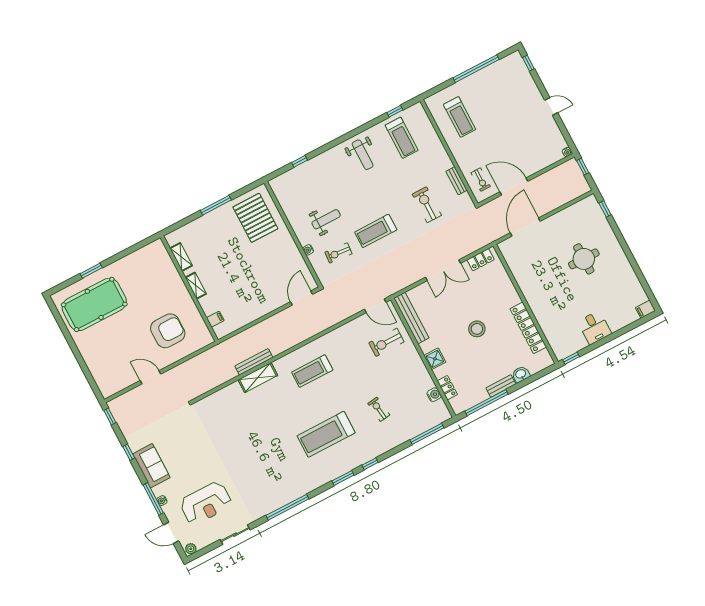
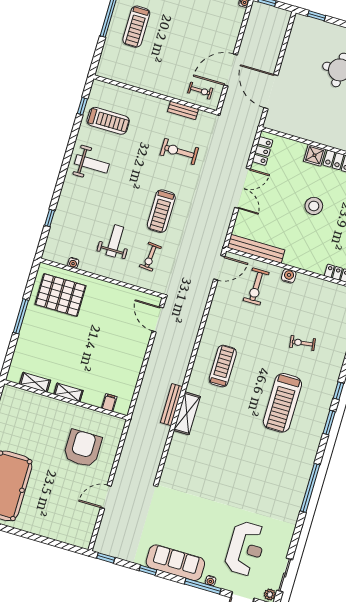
treadmill: (460, 117) -> (136, 27), moved, turned 90
water cooler: (308, 250) -> (73, 263), moved
shower: (435, 359) -> (315, 155), moved
treadmill: (312, 371) -> (223, 366), turned 180
water cooler: (434, 395) -> (289, 276), moved
sofa: (151, 466) -> (175, 563), width x1.36
sliding door: (235, 535) -> (285, 575), moved

